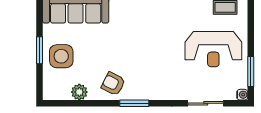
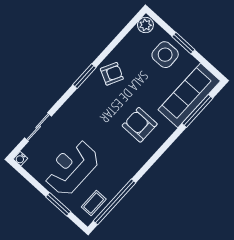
armchair: (133, 27) -> (140, 125), added
window: (251, 71) -> (58, 204), moved
plant: (79, 92) -> (145, 25), moved

